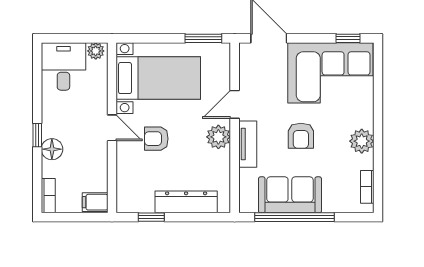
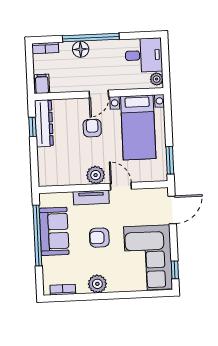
window: (37, 135) -> (91, 38), width x3.17
dresser: (186, 202) -> (44, 123), moved

